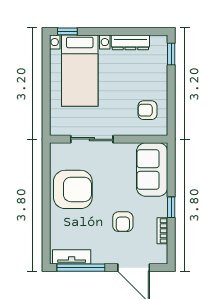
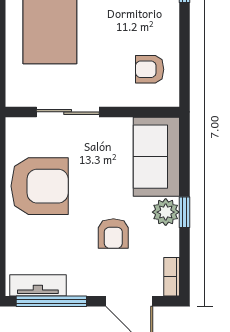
plant: (158, 207) -> (166, 212), added
bookcase: (162, 231) -> (172, 277), moved

